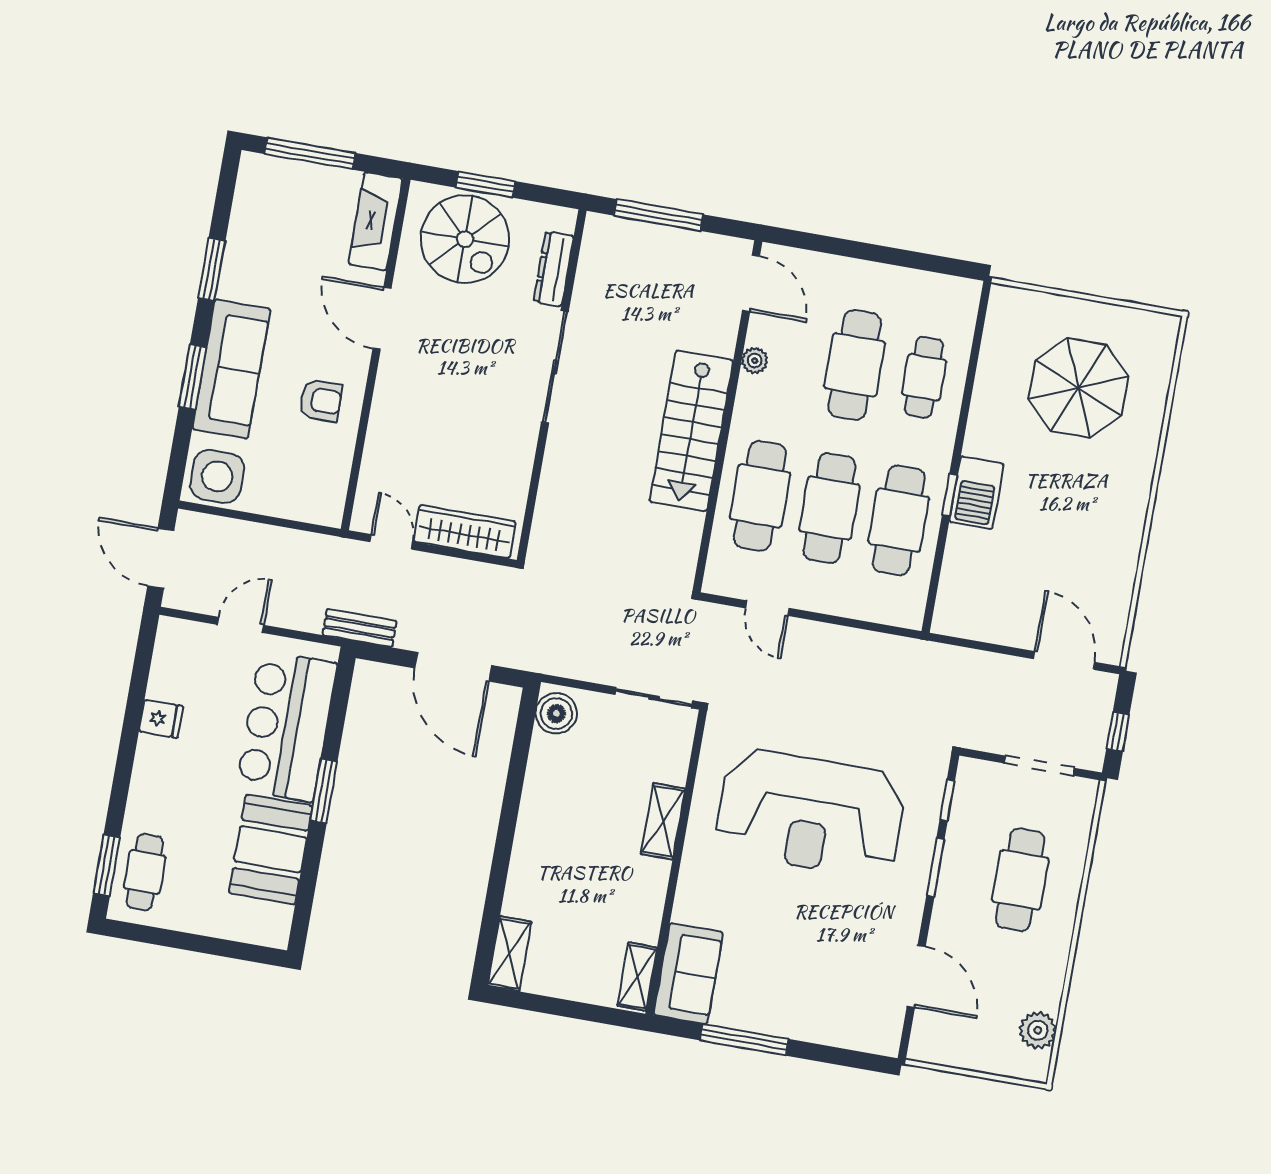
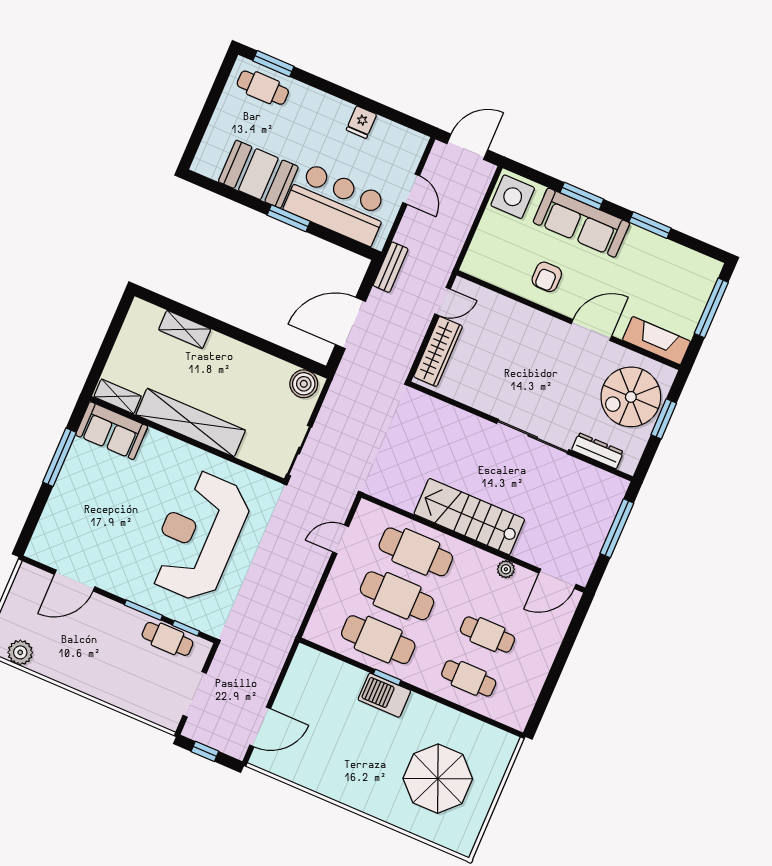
cafe table: (855, 365) -> (487, 635), width x0.73, depth x0.74
shelving: (663, 821) -> (191, 423), width x2.20, depth x1.33
cafe table: (1020, 880) -> (167, 639), moved, width x0.73, depth x0.74
shelving: (509, 954) -> (185, 329), moved

